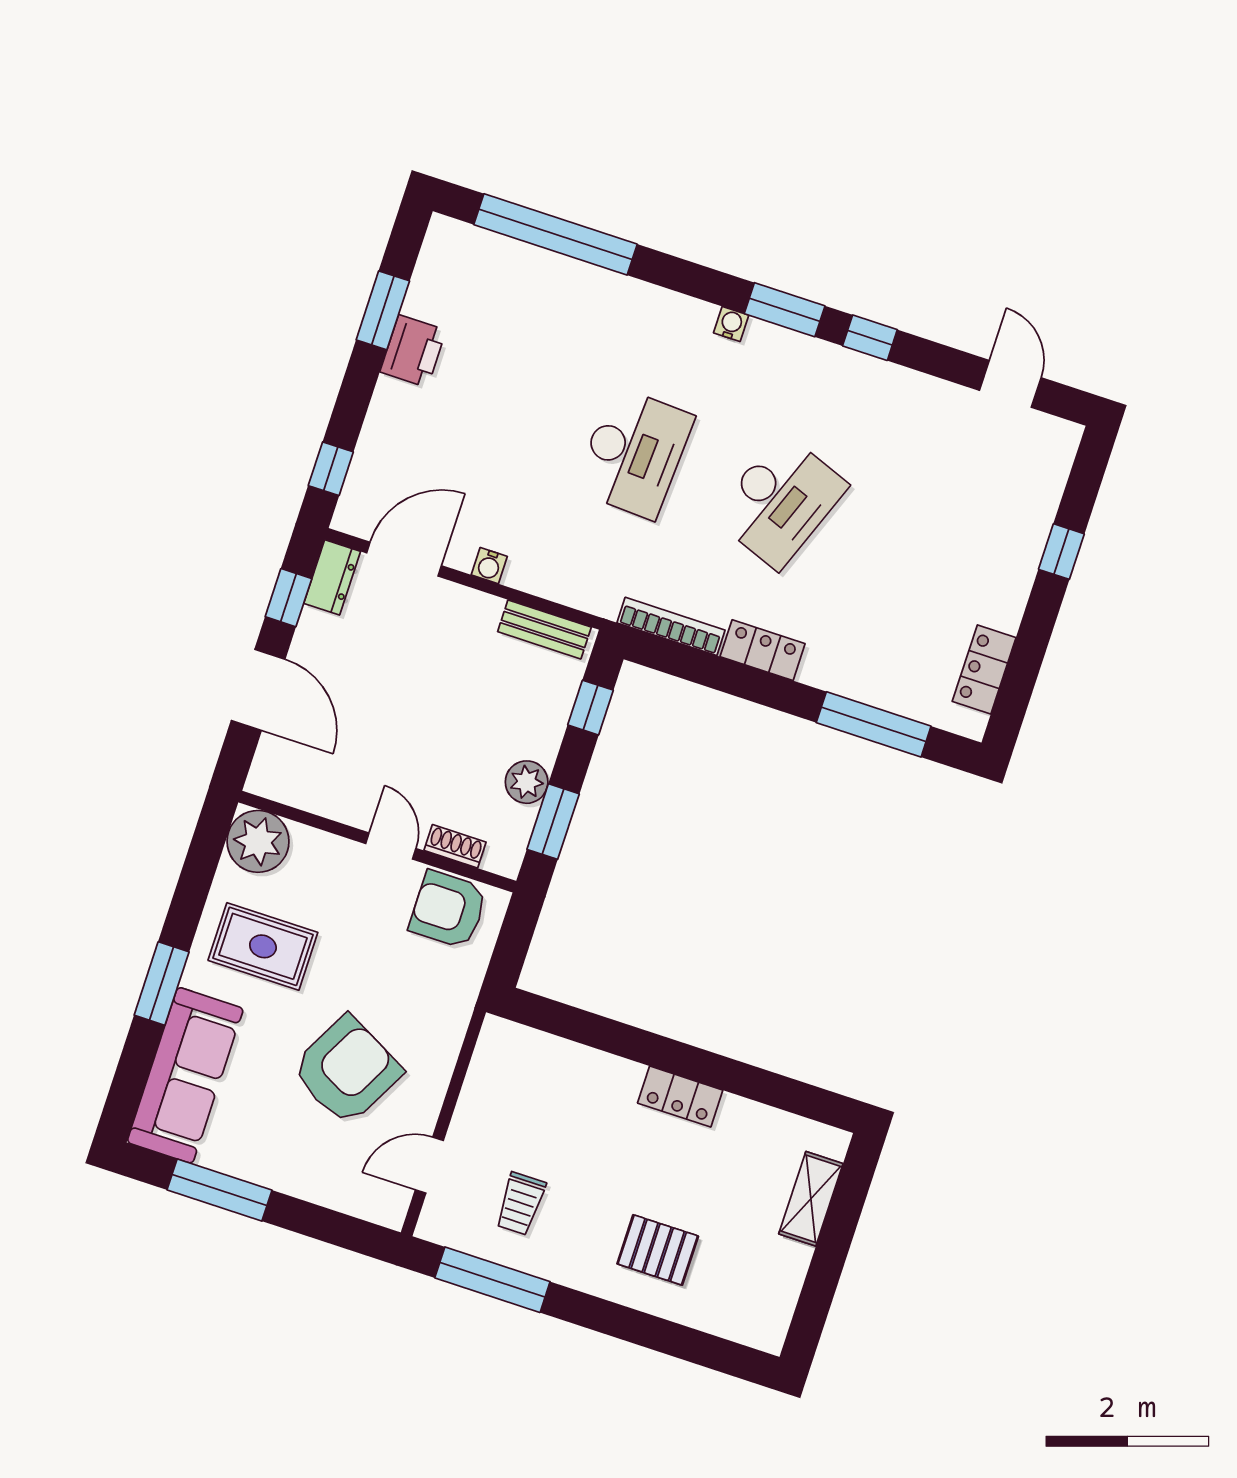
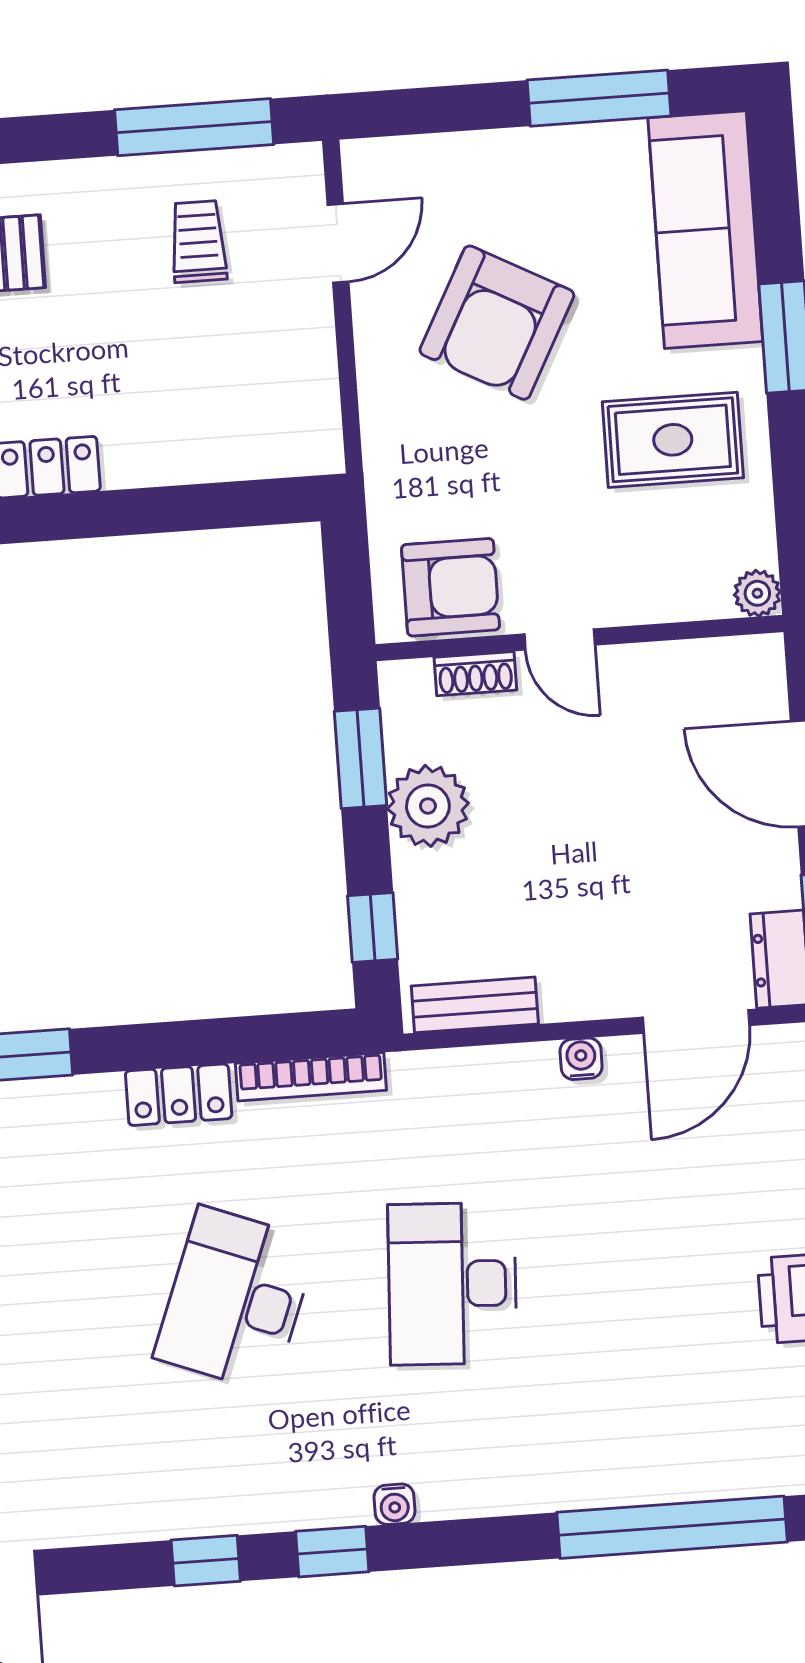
window: (785, 310) -> (332, 1552), width x0.67
plant: (527, 782) -> (428, 806), width x1.36, depth x1.36
plant: (258, 841) -> (757, 593), width x0.53, depth x0.53

